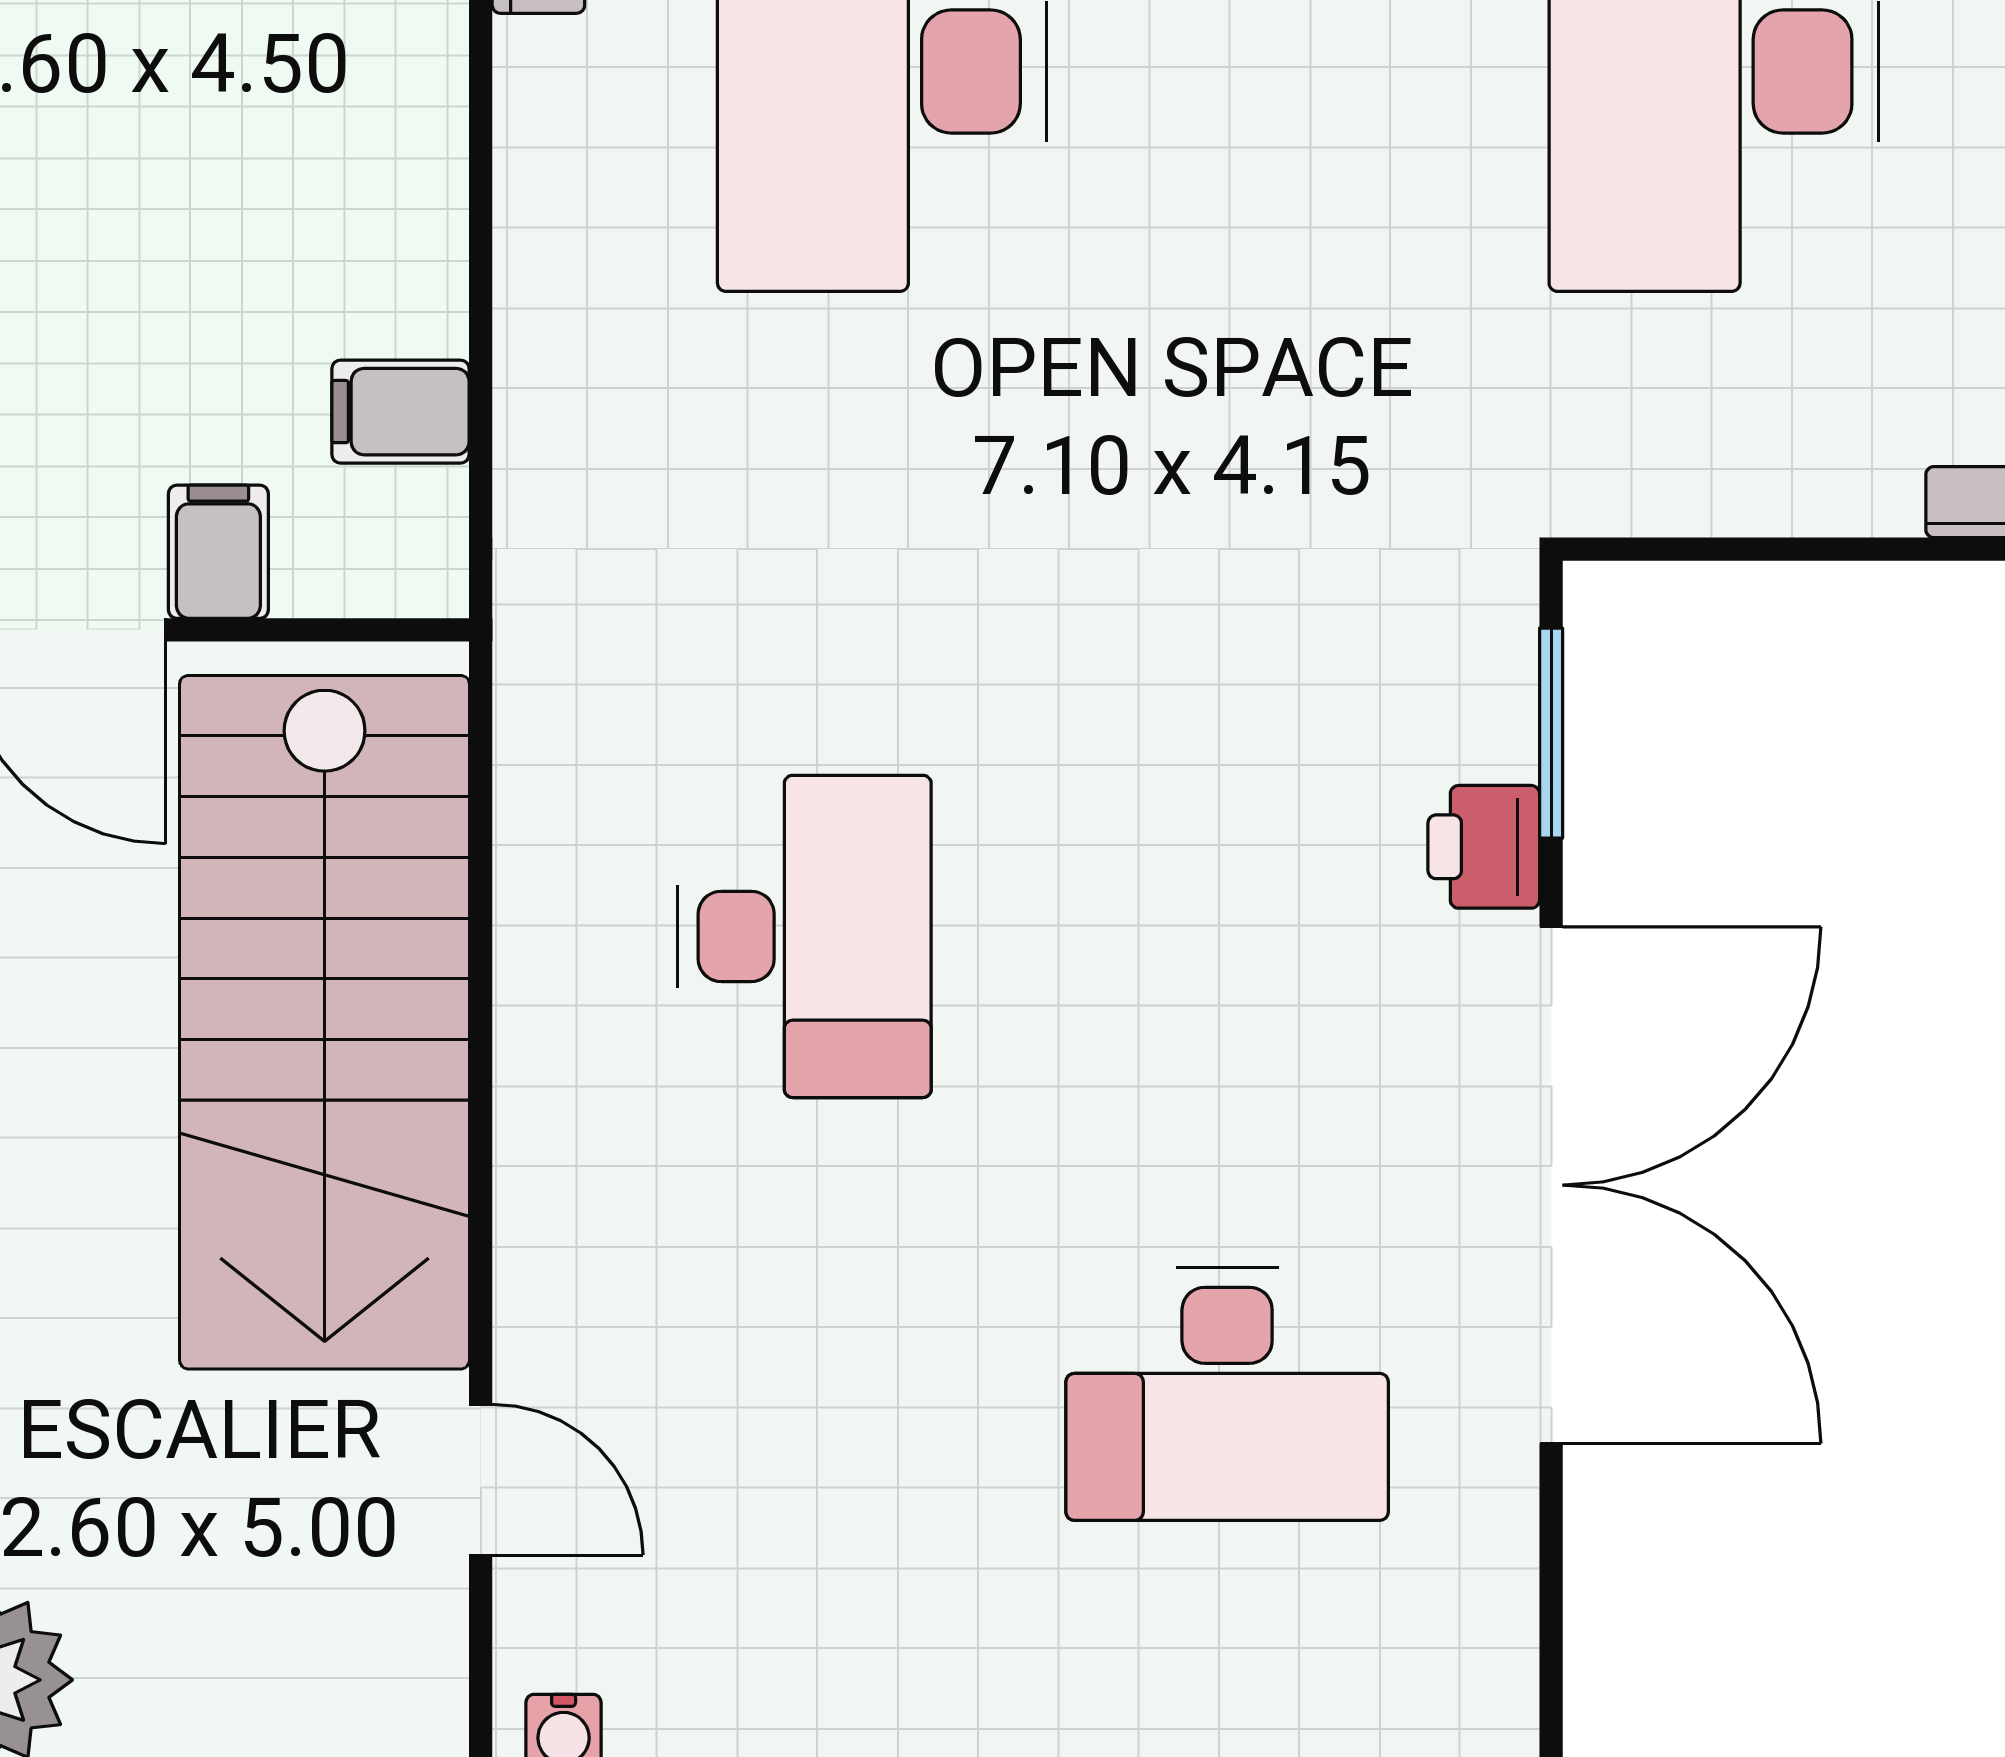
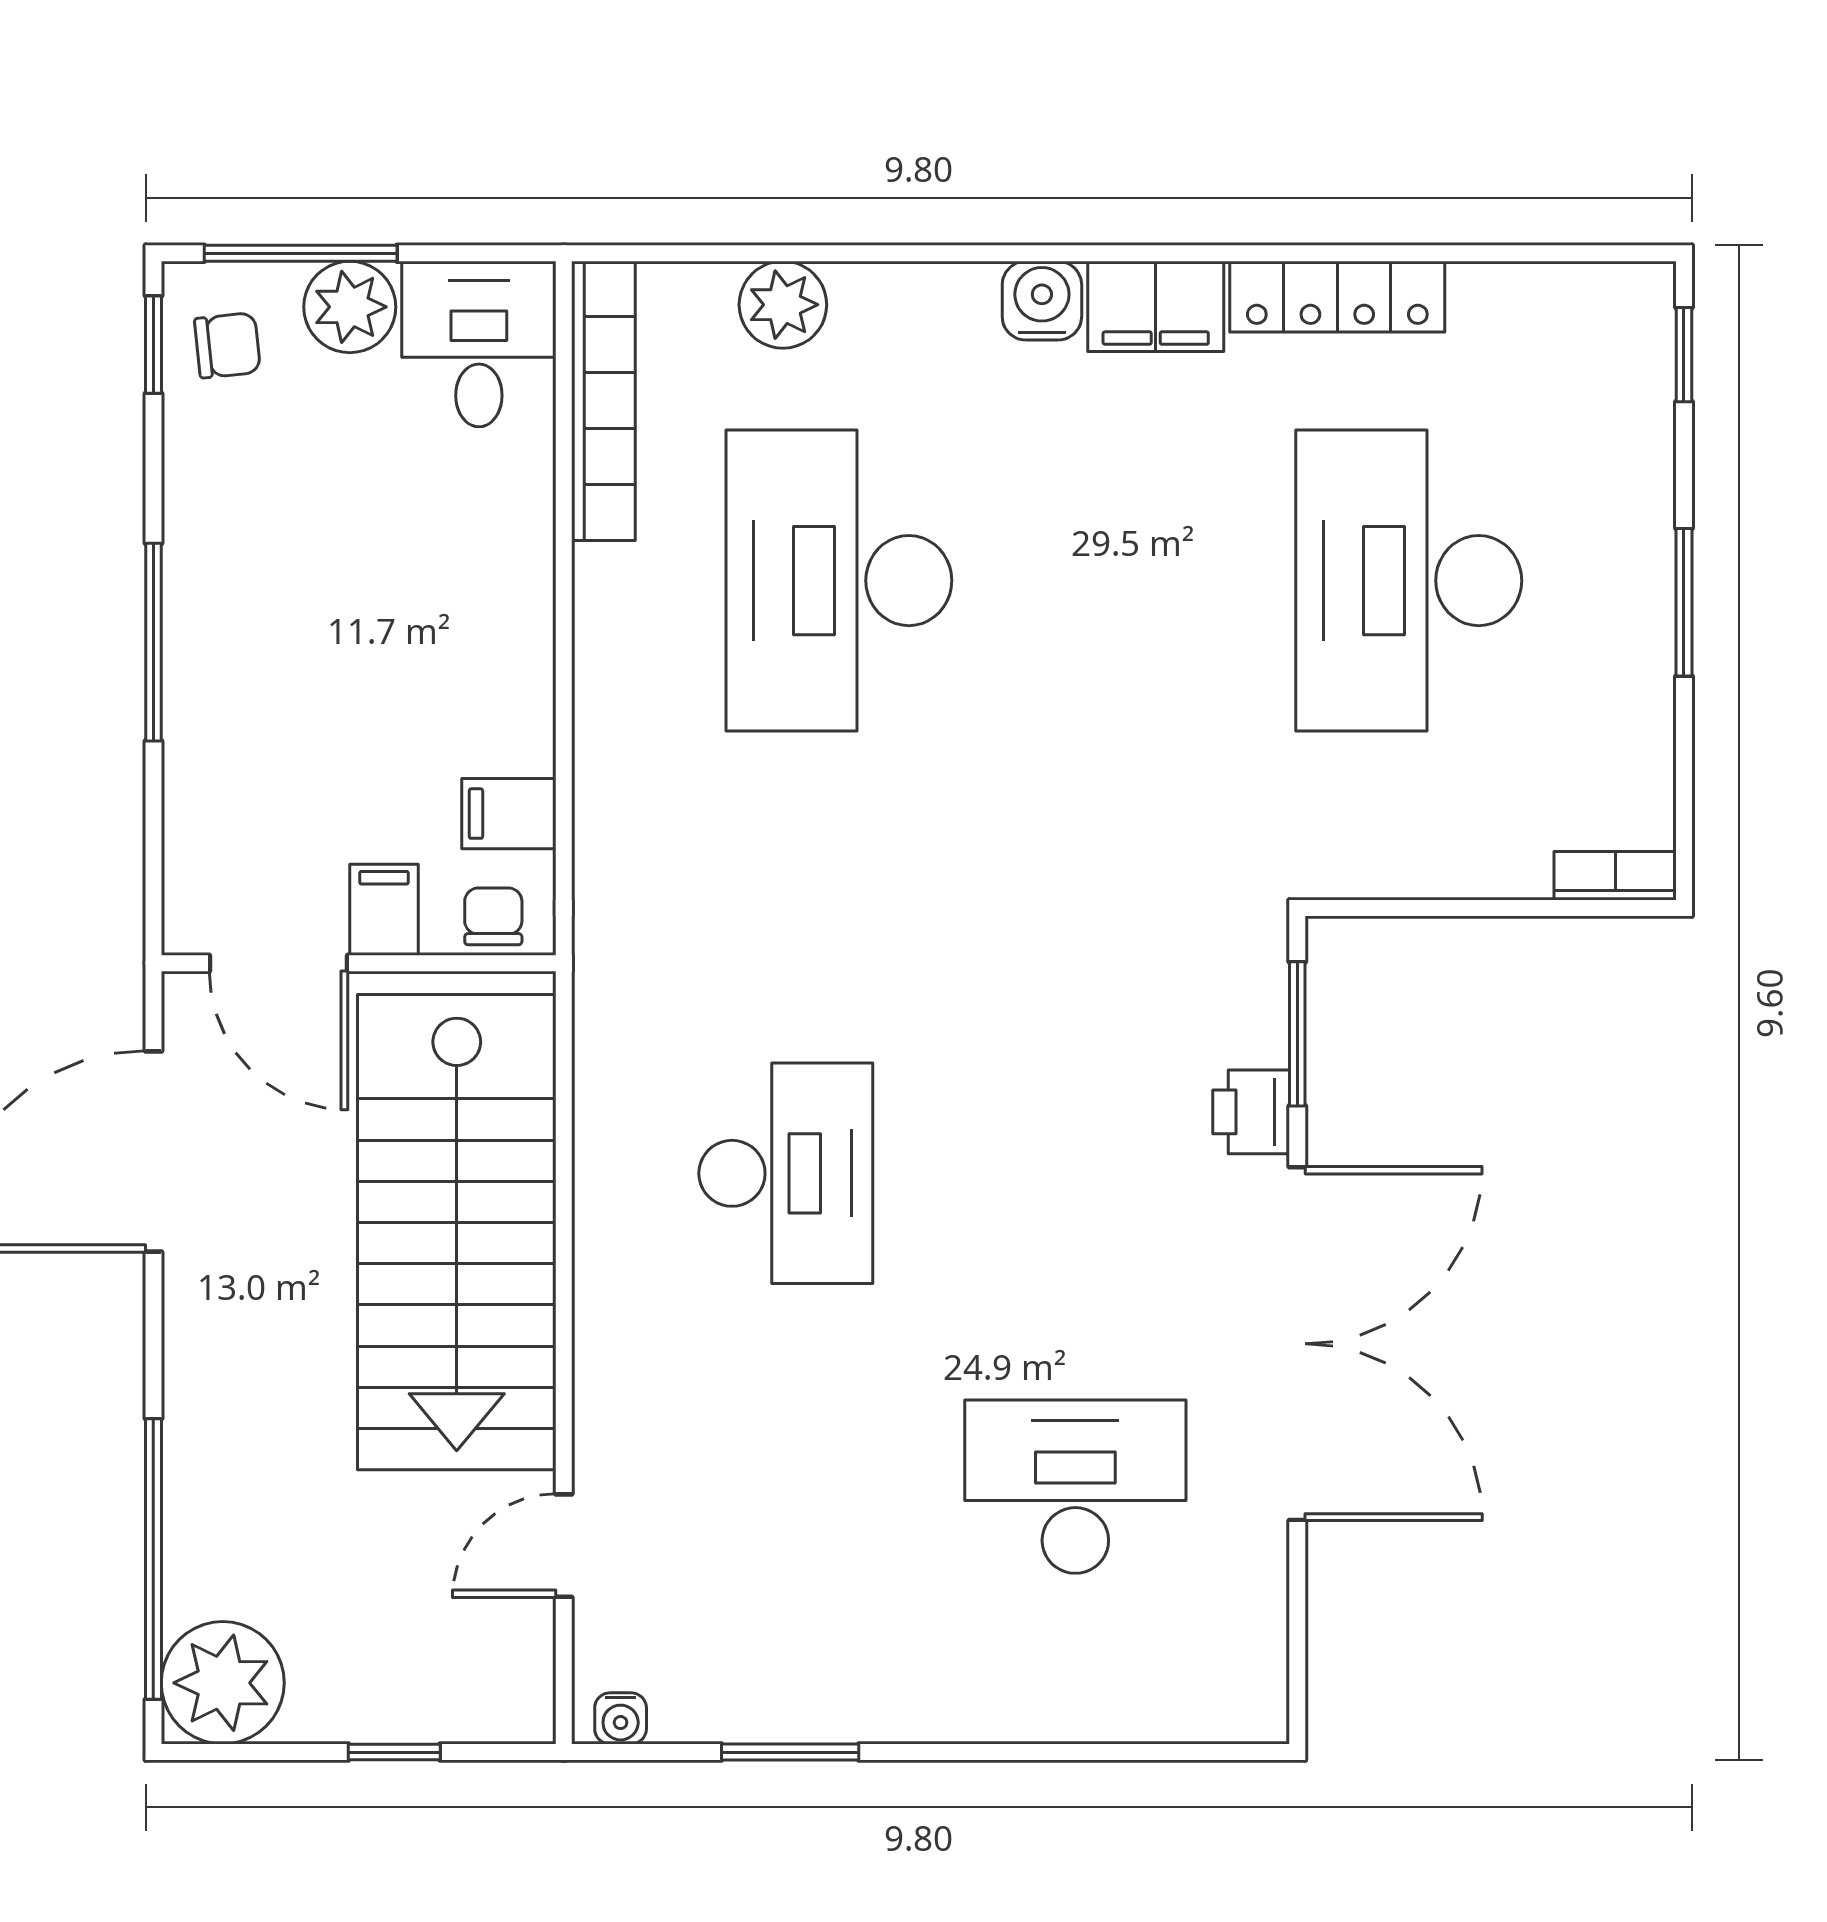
chair: (378, 561) -> (493, 916), added
desk: (1227, 1394) -> (1075, 1487), turned 180
door: (481, 1480) -> (564, 1546), swing flipped

